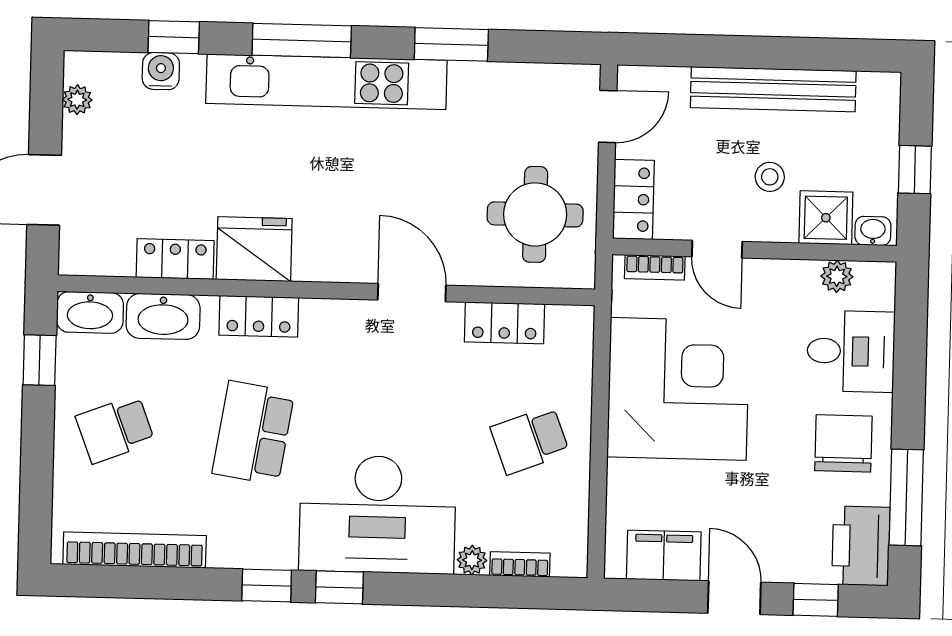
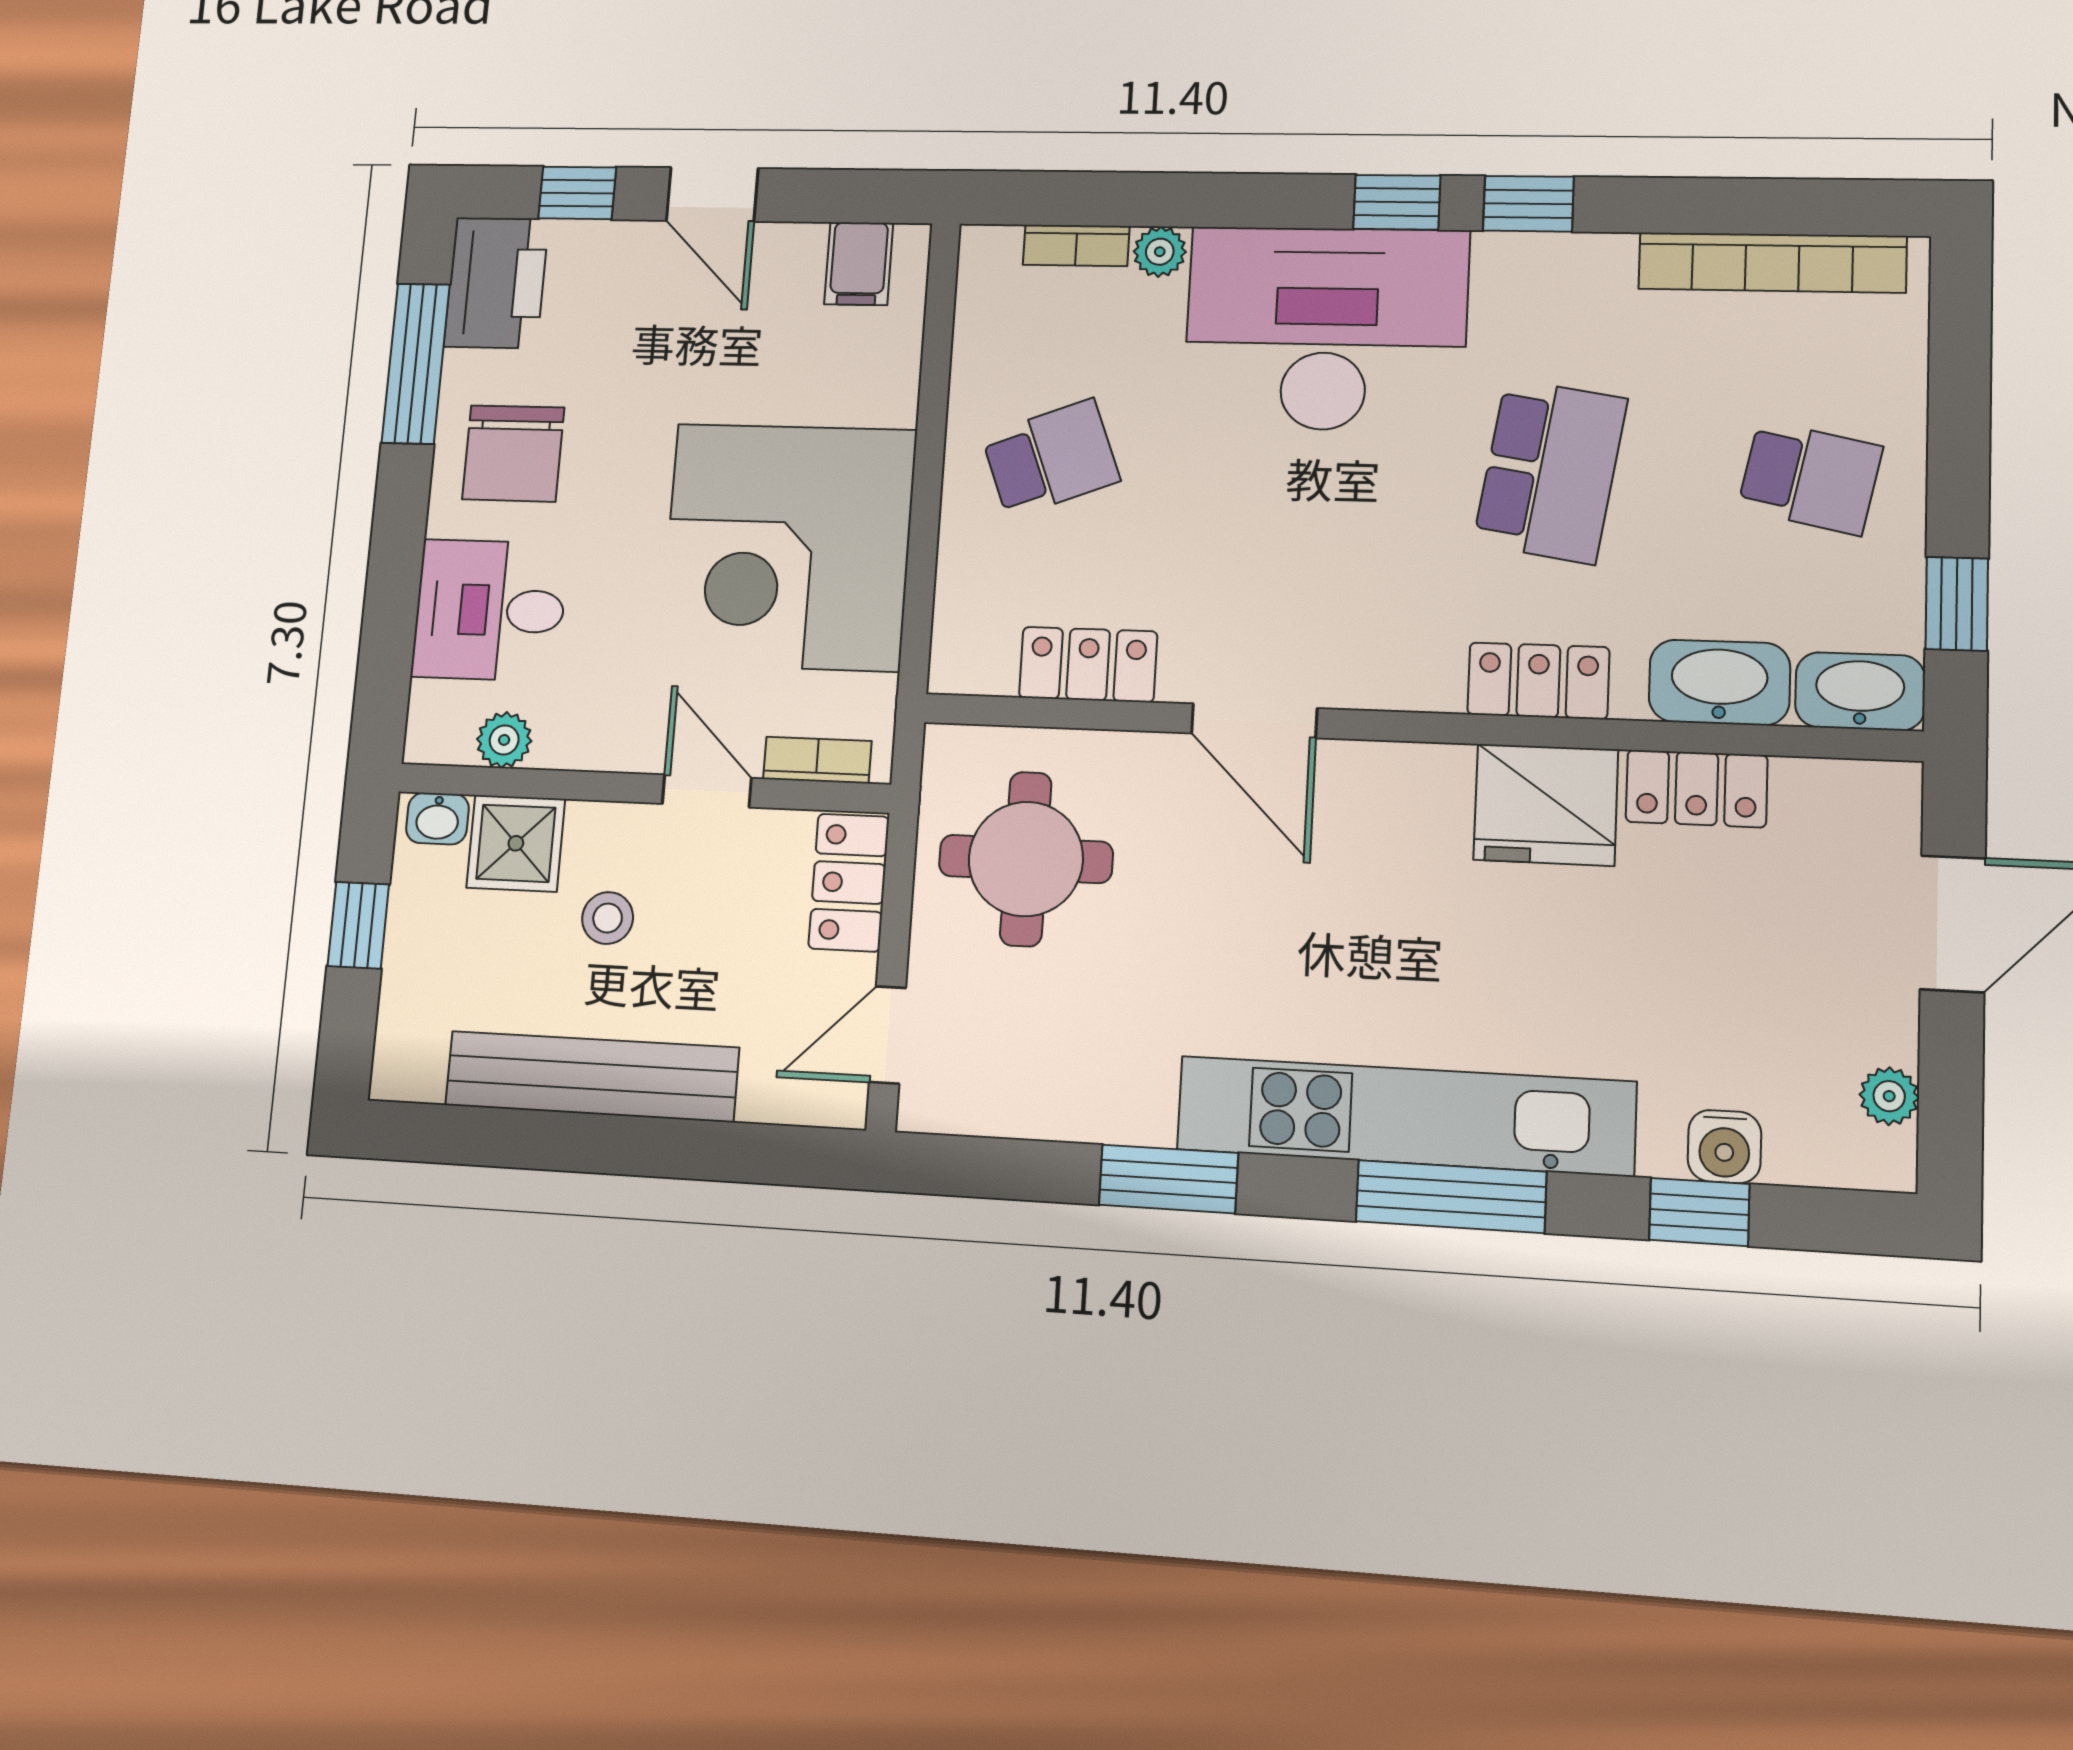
school desk: (115, 429) -> (1810, 477), turned 33
filing cabinet: (664, 556) -> (859, 264), width x0.50

